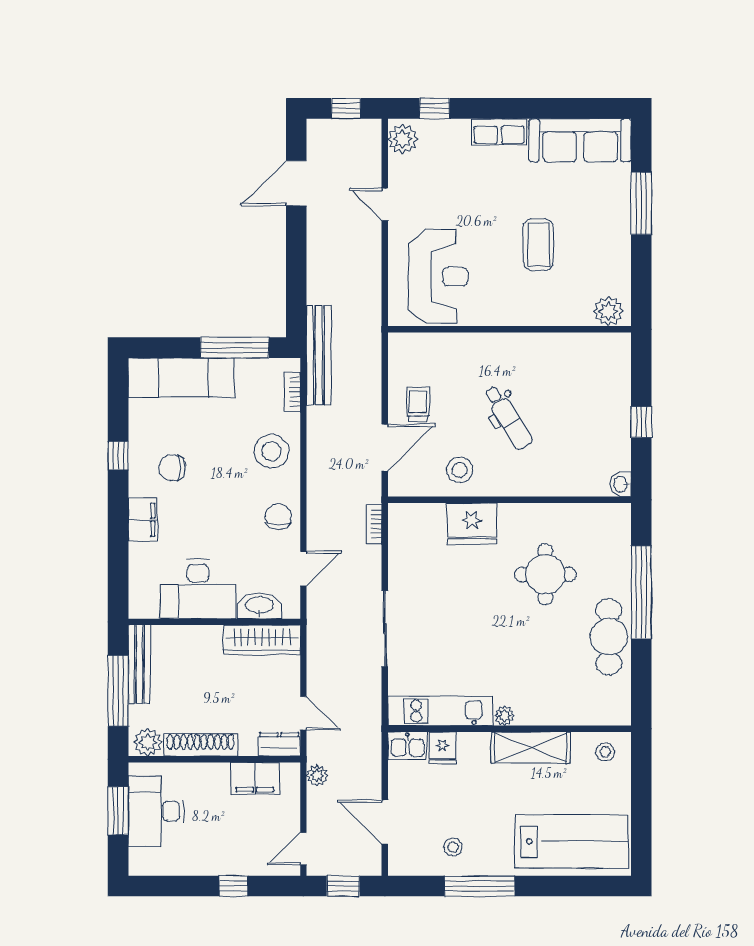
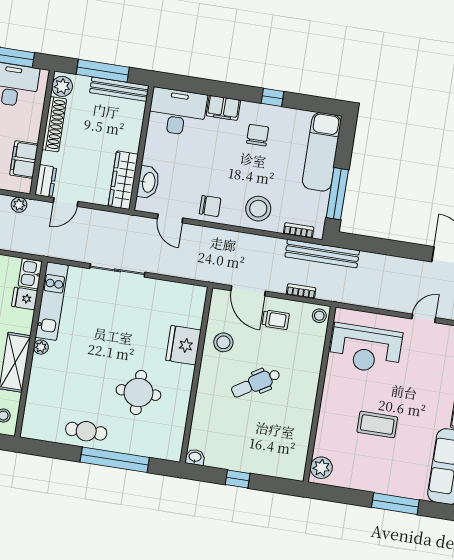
stool: (403, 346) -> (319, 316), added
bookcase: (374, 524) -> (301, 291), moved
desk: (198, 589) -> (177, 112), moved, turned 90
cafe table: (609, 637) -> (86, 431), width x0.73, depth x0.74

